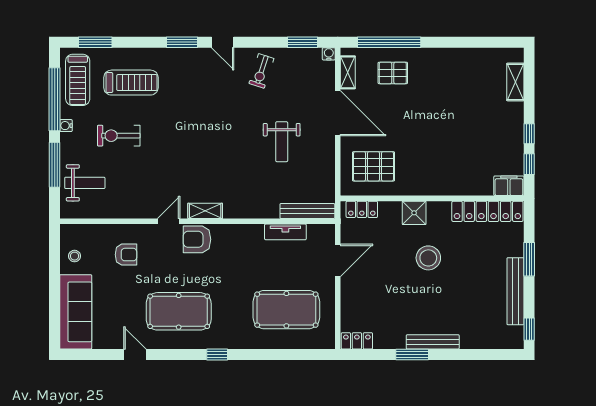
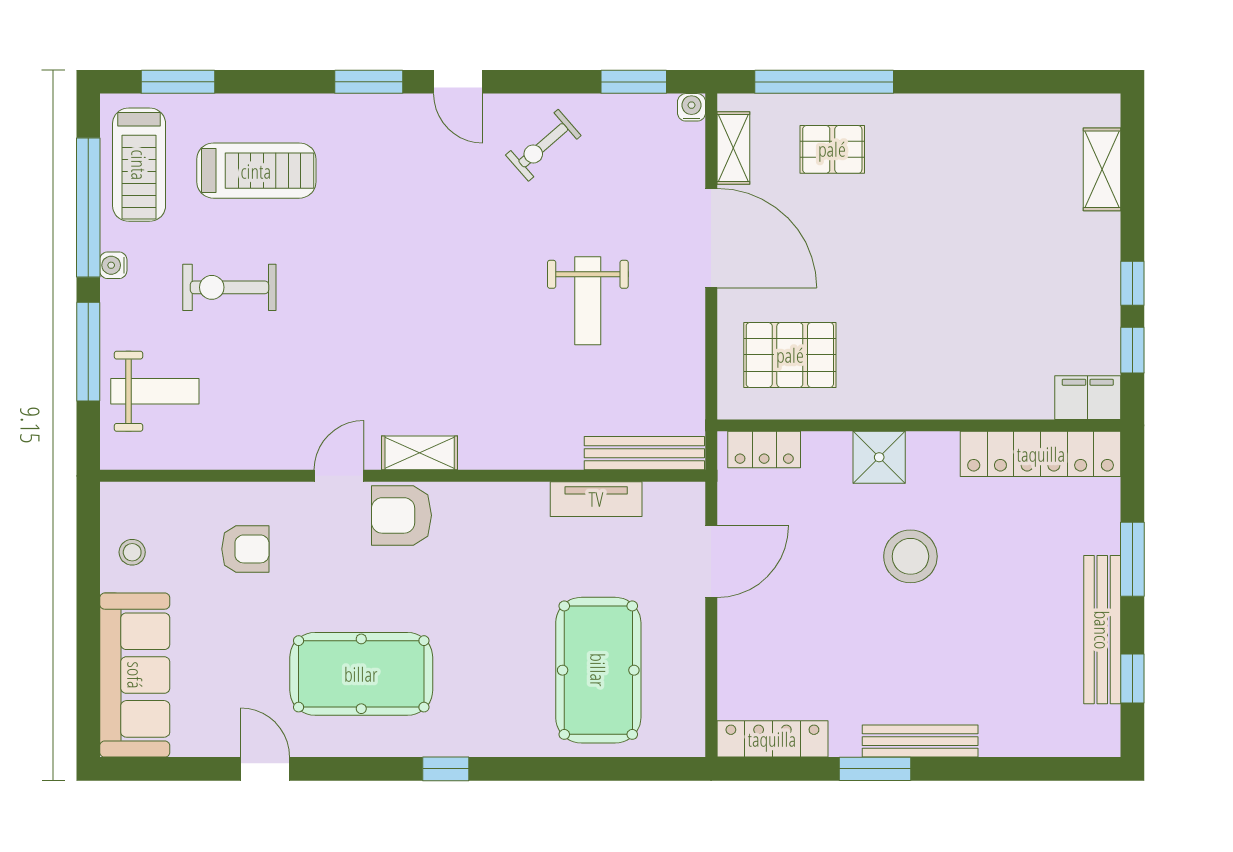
exercise bike: (261, 71) -> (543, 145), turned 31
pool table: (286, 310) -> (598, 670), turned 90
window: (529, 329) -> (1132, 679), moved
locker: (357, 341) -> (772, 739), width x1.53

